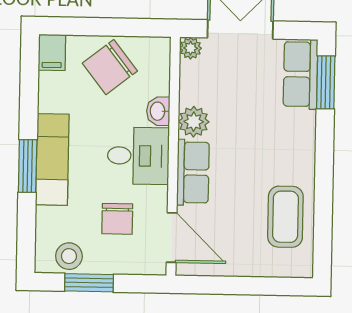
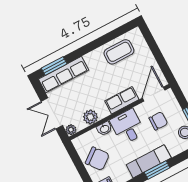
row of seats: (300, 74) -> (64, 75), width x1.48
plant: (194, 122) -> (90, 117), moved

